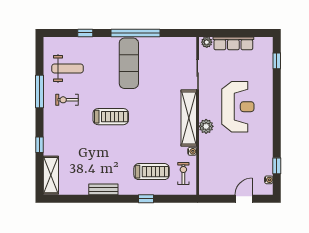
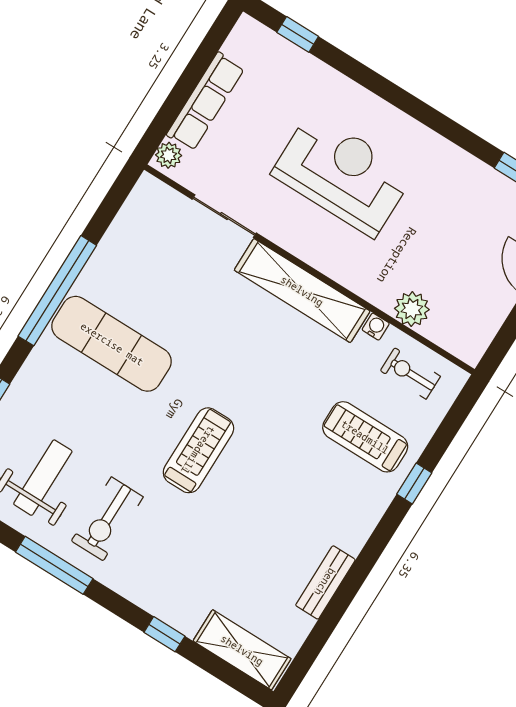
exercise bike: (67, 100) -> (107, 519), width x1.38, depth x1.39
plant: (206, 126) -> (412, 309), moved
treadmill: (152, 172) -> (365, 437), turned -90
bench: (103, 189) -> (325, 582), moved

